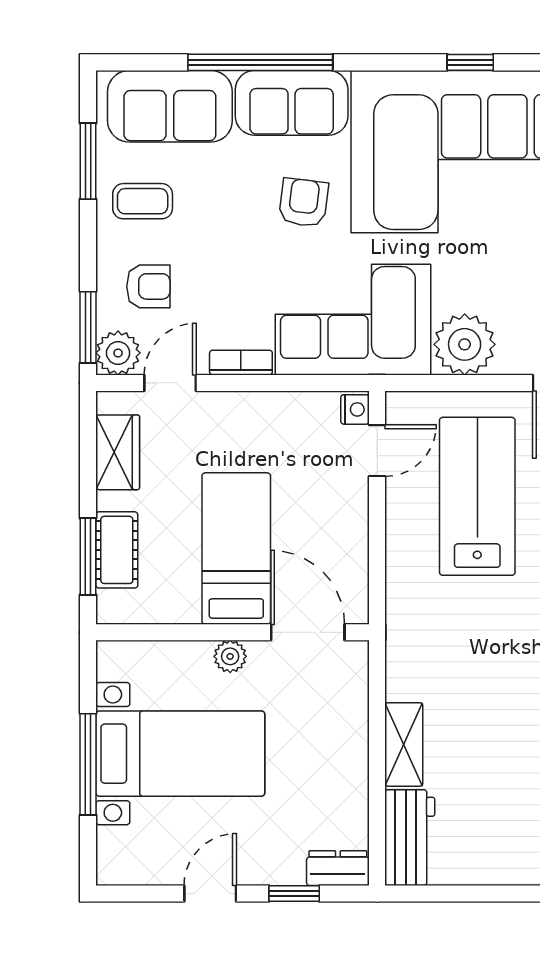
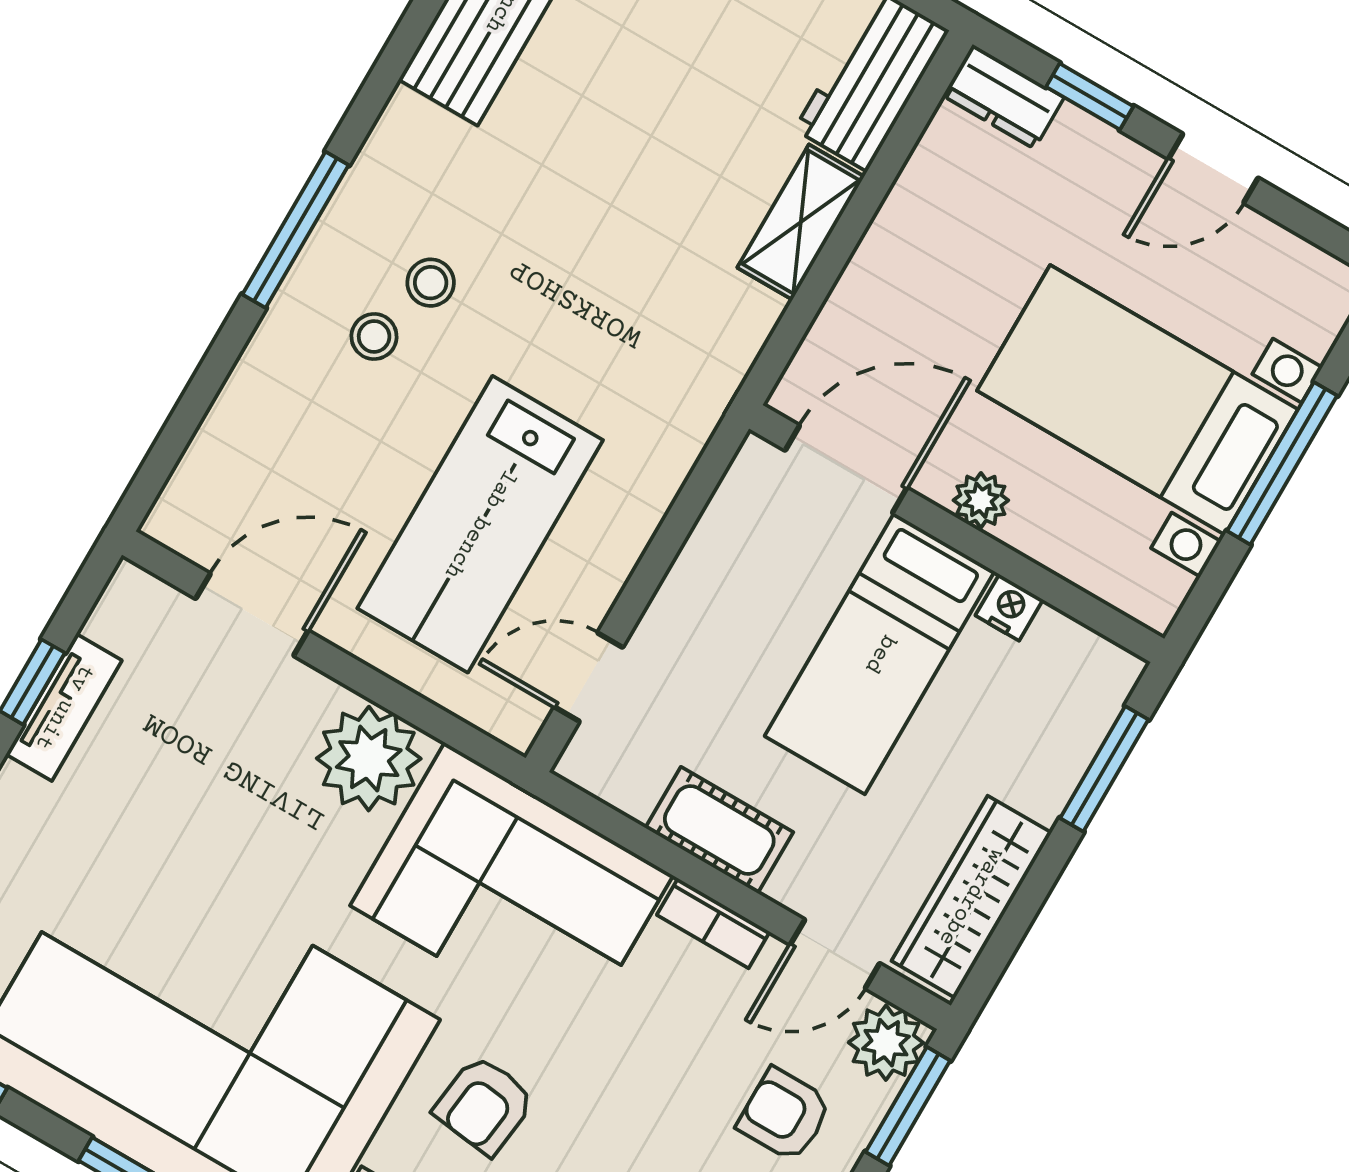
nightstand: (355, 409) -> (1009, 608), moved, turned 90
wardrobe: (118, 452) -> (971, 897), width x1.50
cot: (117, 550) -> (719, 830), moved, turned 90
door: (308, 632) -> (846, 469), swing flipped

